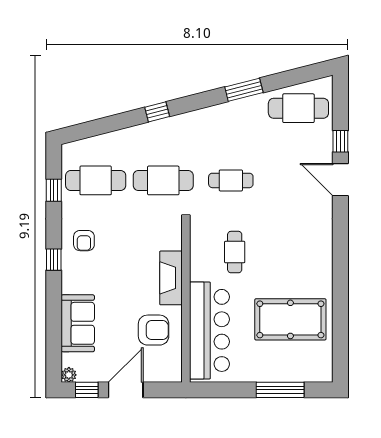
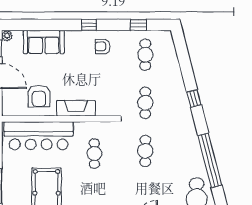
window: (244, 90) -> (210, 160), width x2.11
cafe table: (96, 180) -> (145, 55), width x0.73, depth x0.74
cafe table: (163, 180) -> (145, 103), width x0.73, depth x0.74
cafe table: (235, 252) -> (94, 154), turned 90

